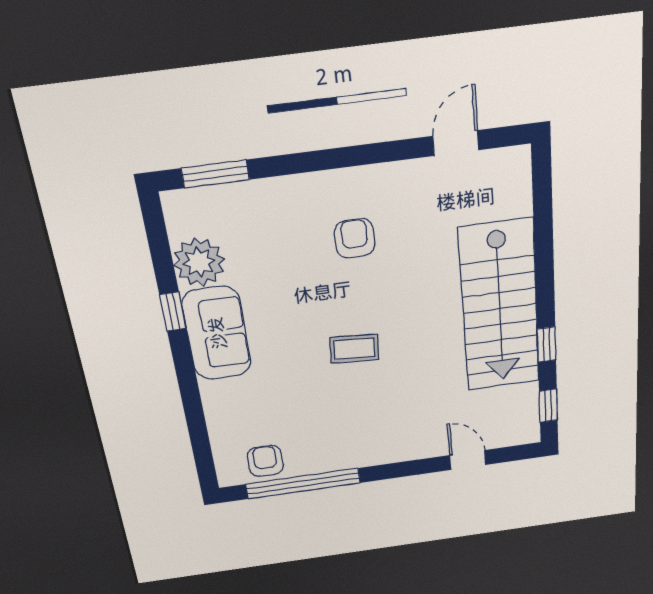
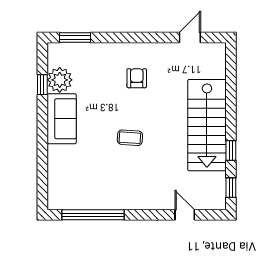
window: (173, 311) -> (42, 85), moved
armchair: (265, 461) -> (75, 197), removed

